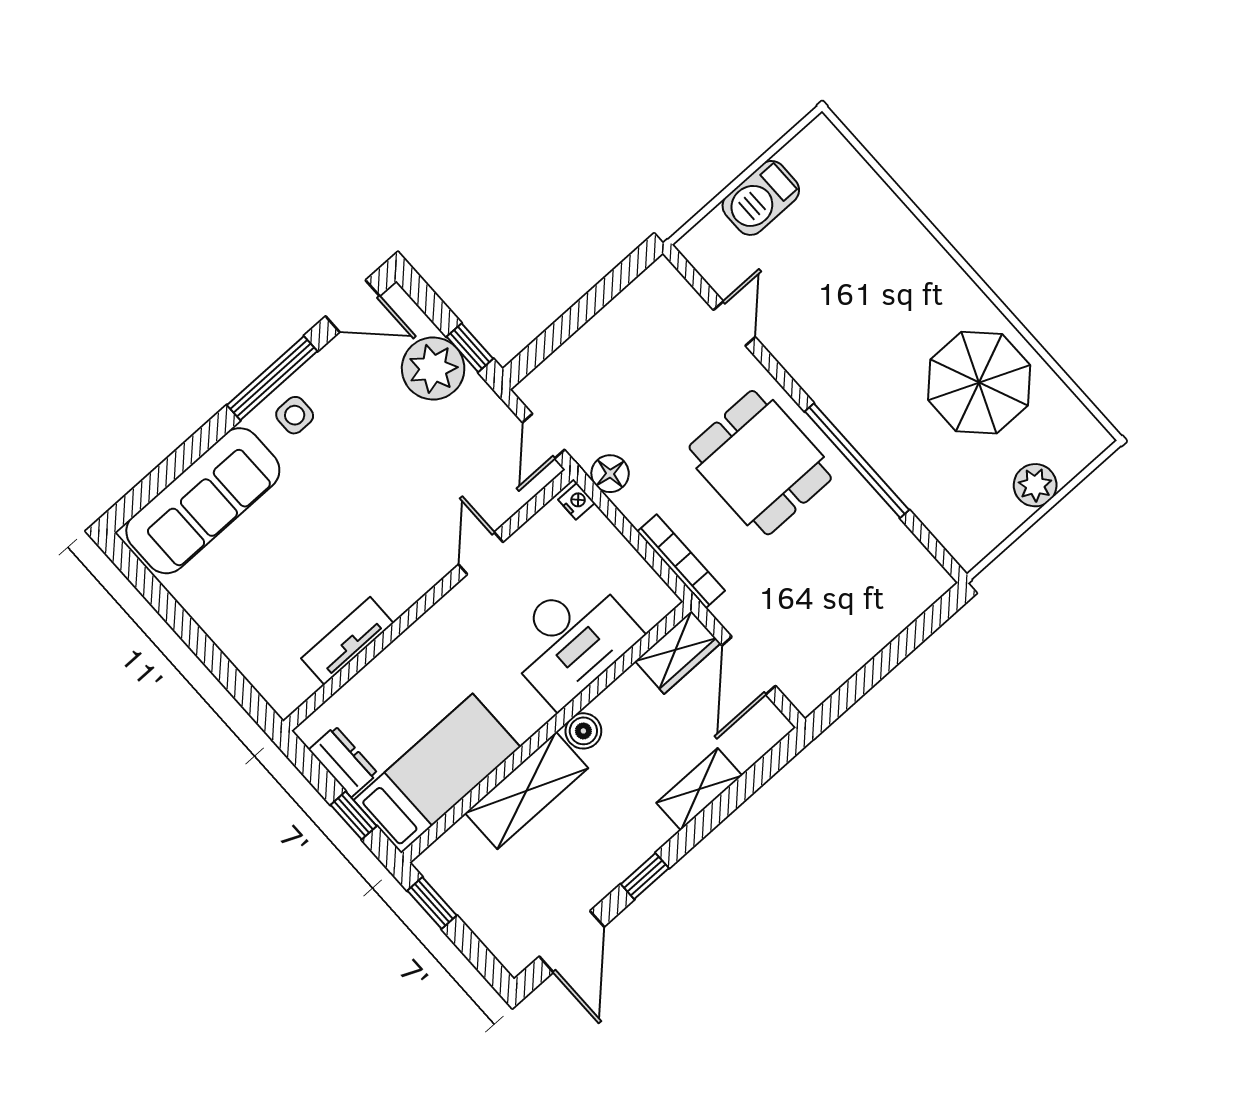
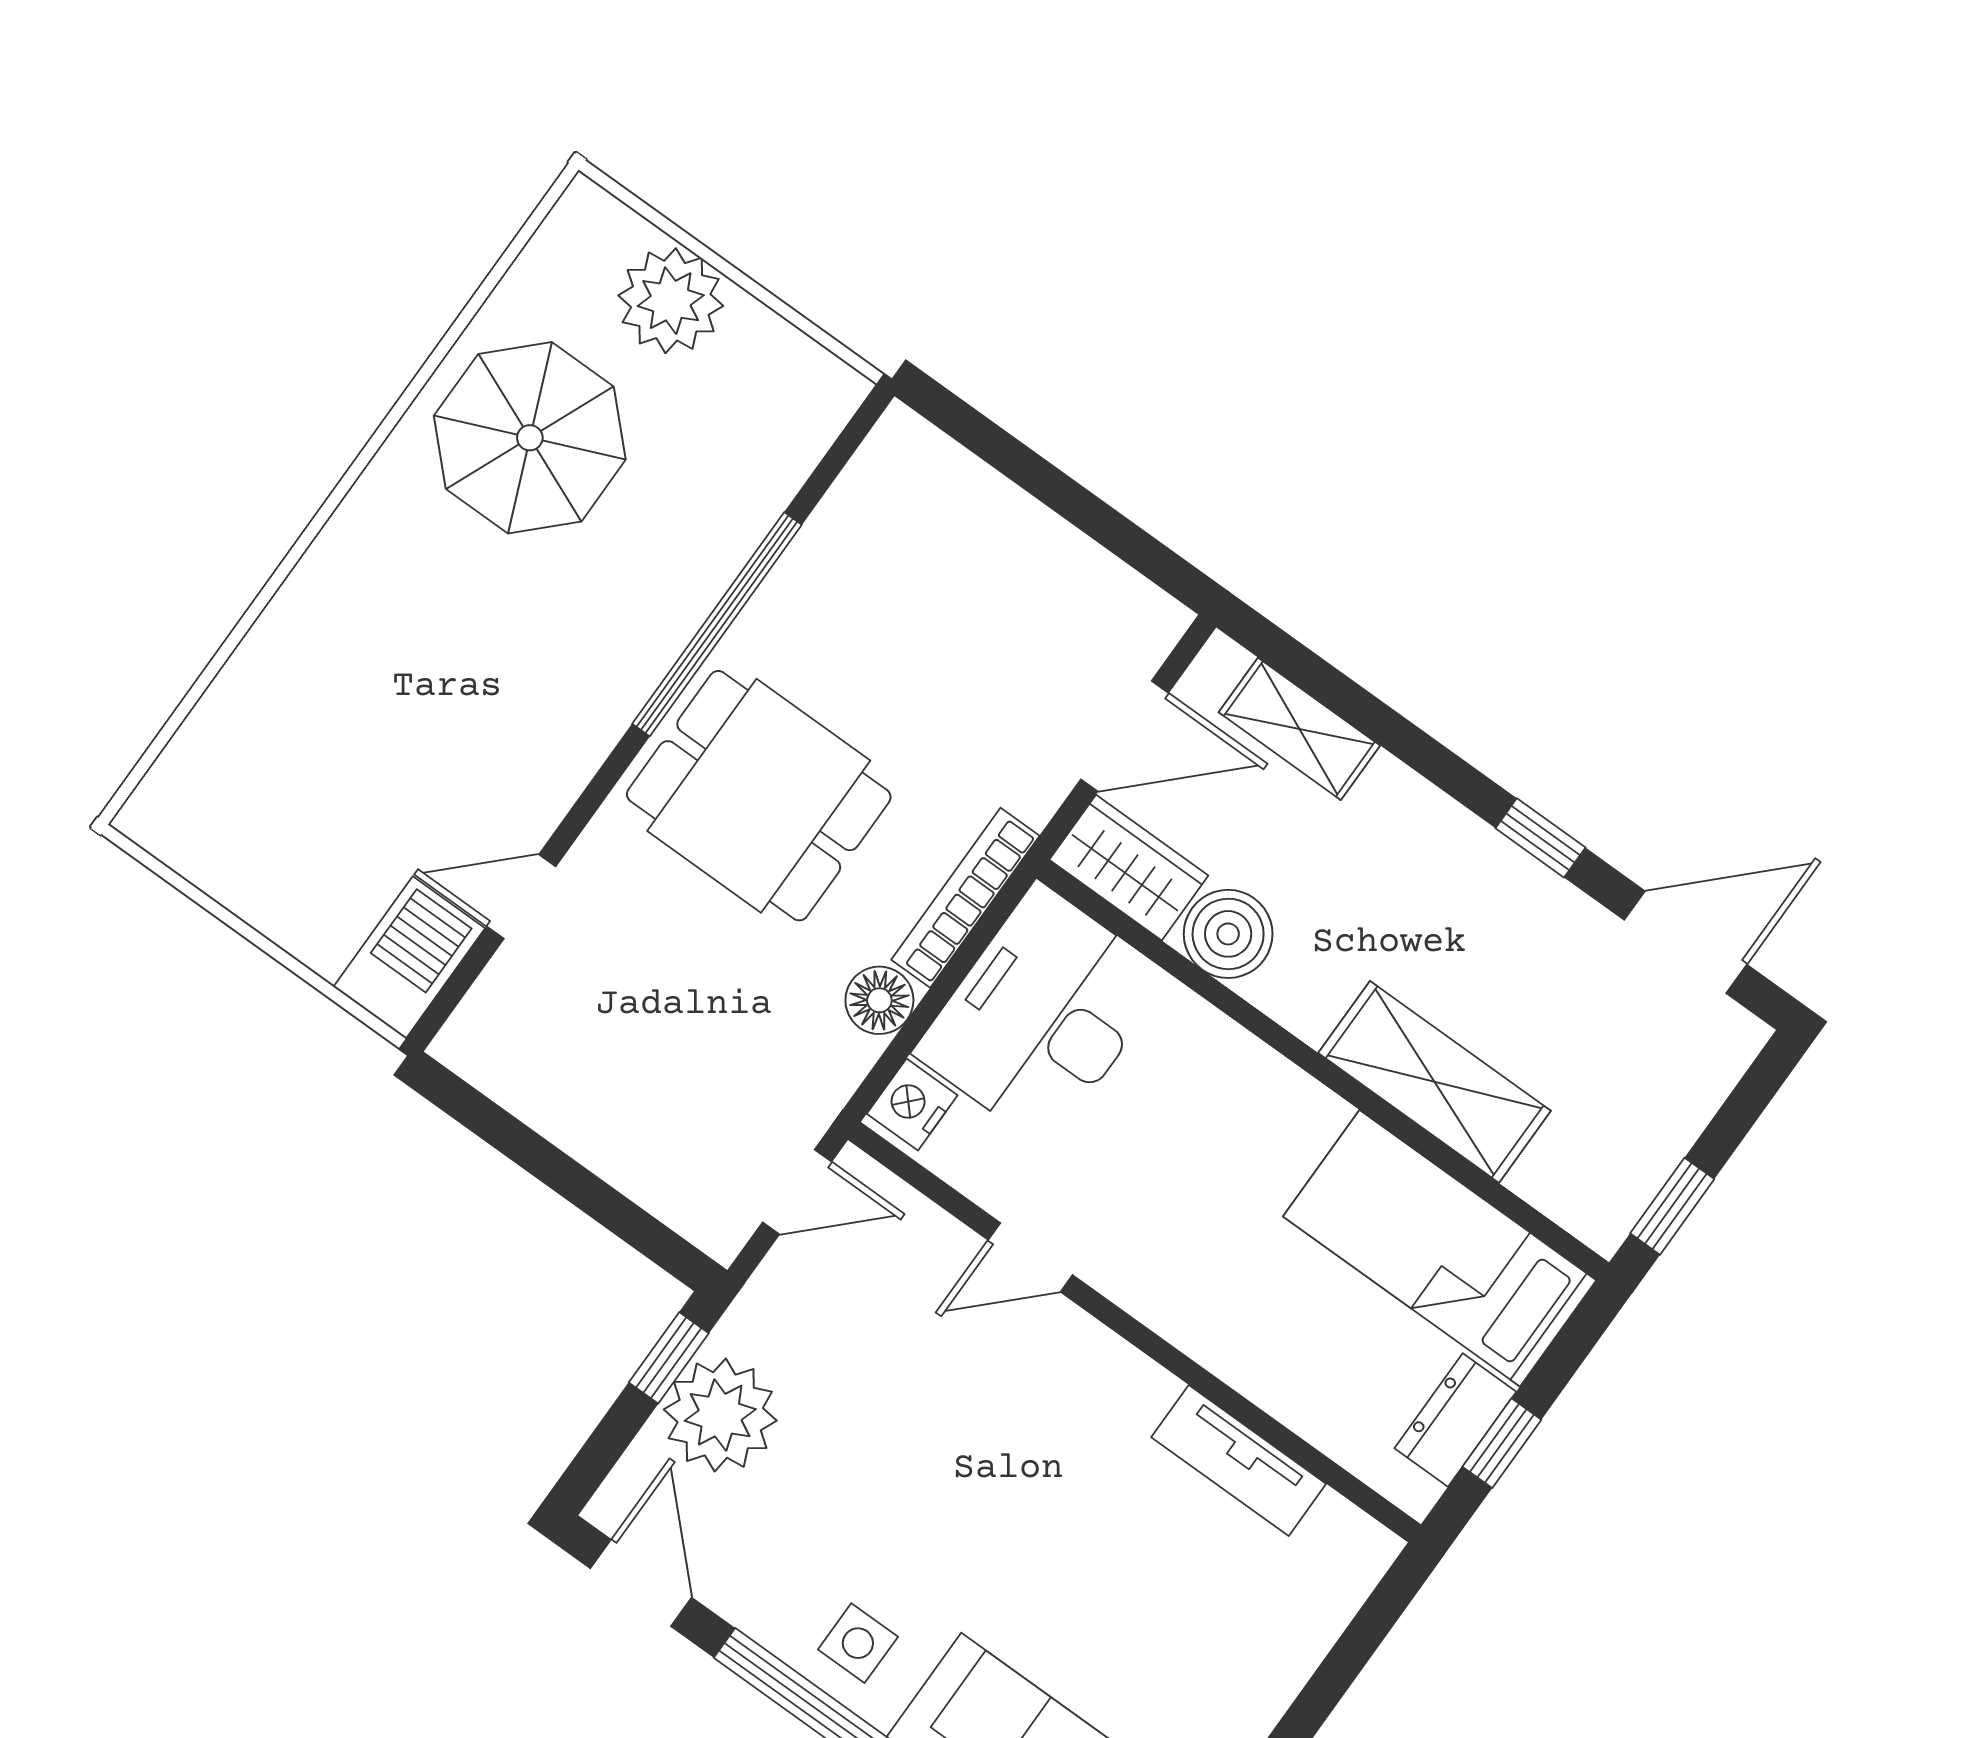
barbecue: (761, 198) -> (409, 957), moved, turned -90
dining table: (760, 463) -> (759, 796), turned 90
floor lamp: (610, 474) -> (879, 1000), moved
plant: (1035, 485) -> (671, 301), width x1.36, depth x1.36
nightstand: (577, 501) -> (912, 1104), width x1.39, depth x1.35
desk: (571, 639) -> (1042, 1015), moved, turned -90
boiler: (583, 731) -> (1228, 934), moved, width x1.36, depth x1.36
shelving: (699, 789) -> (1299, 729), moved
window: (354, 815) -> (1502, 1443), moved

